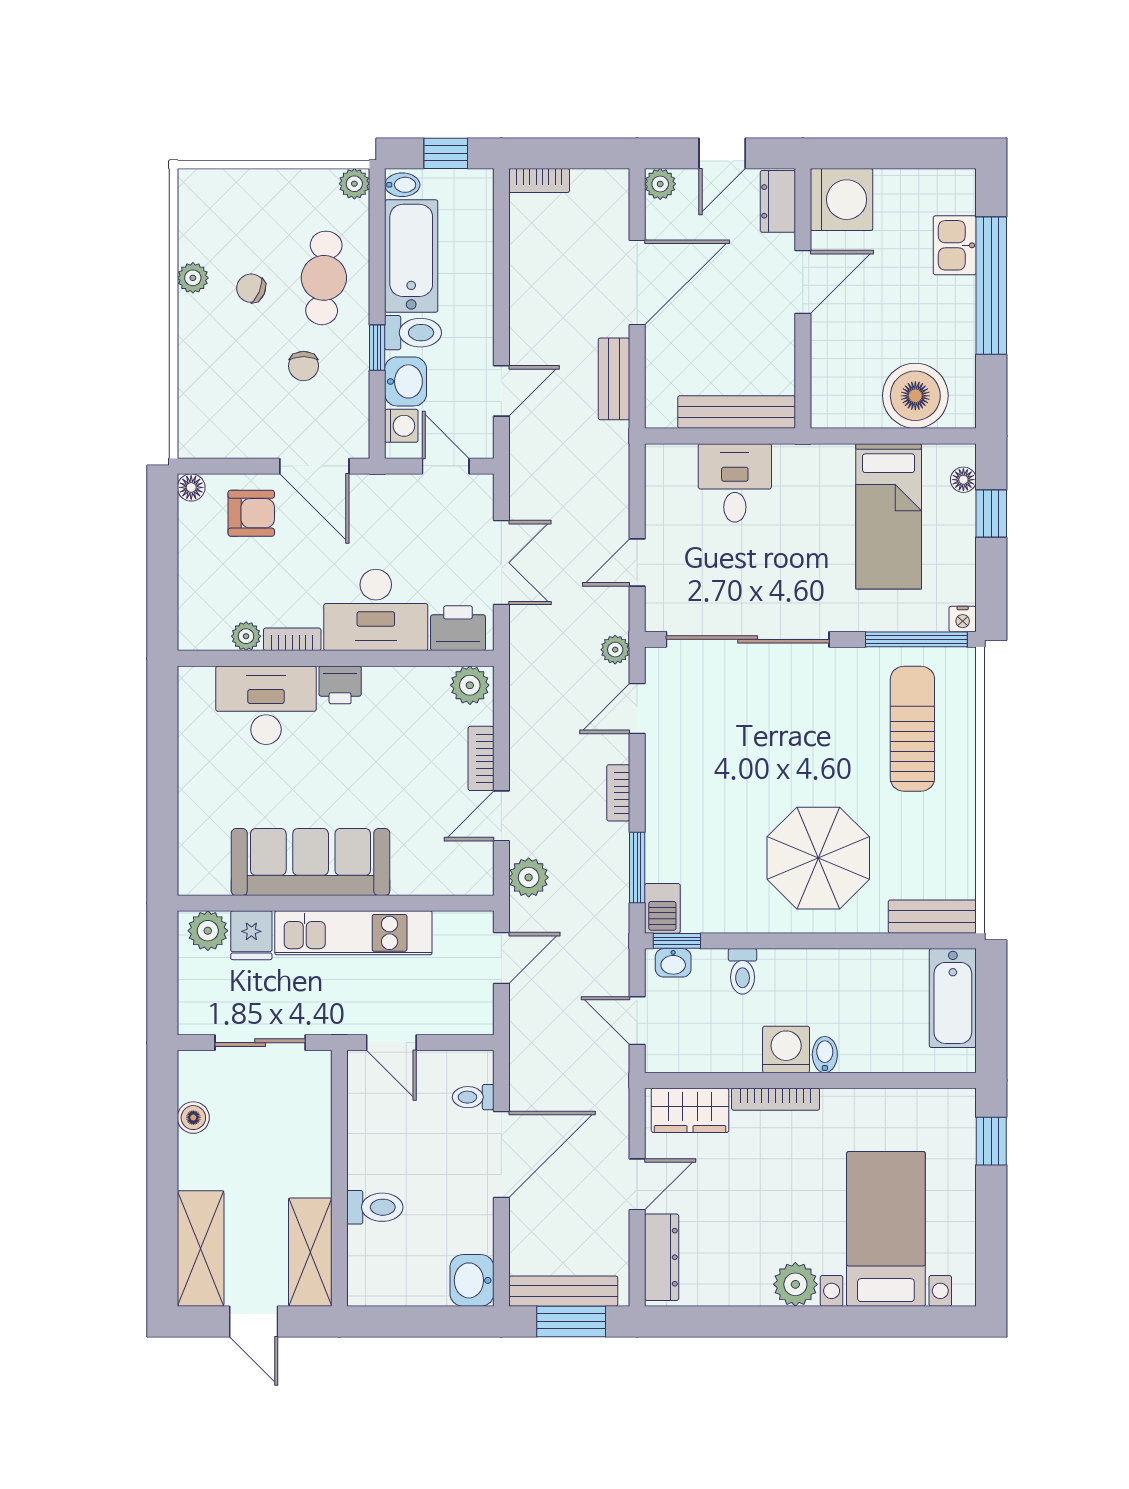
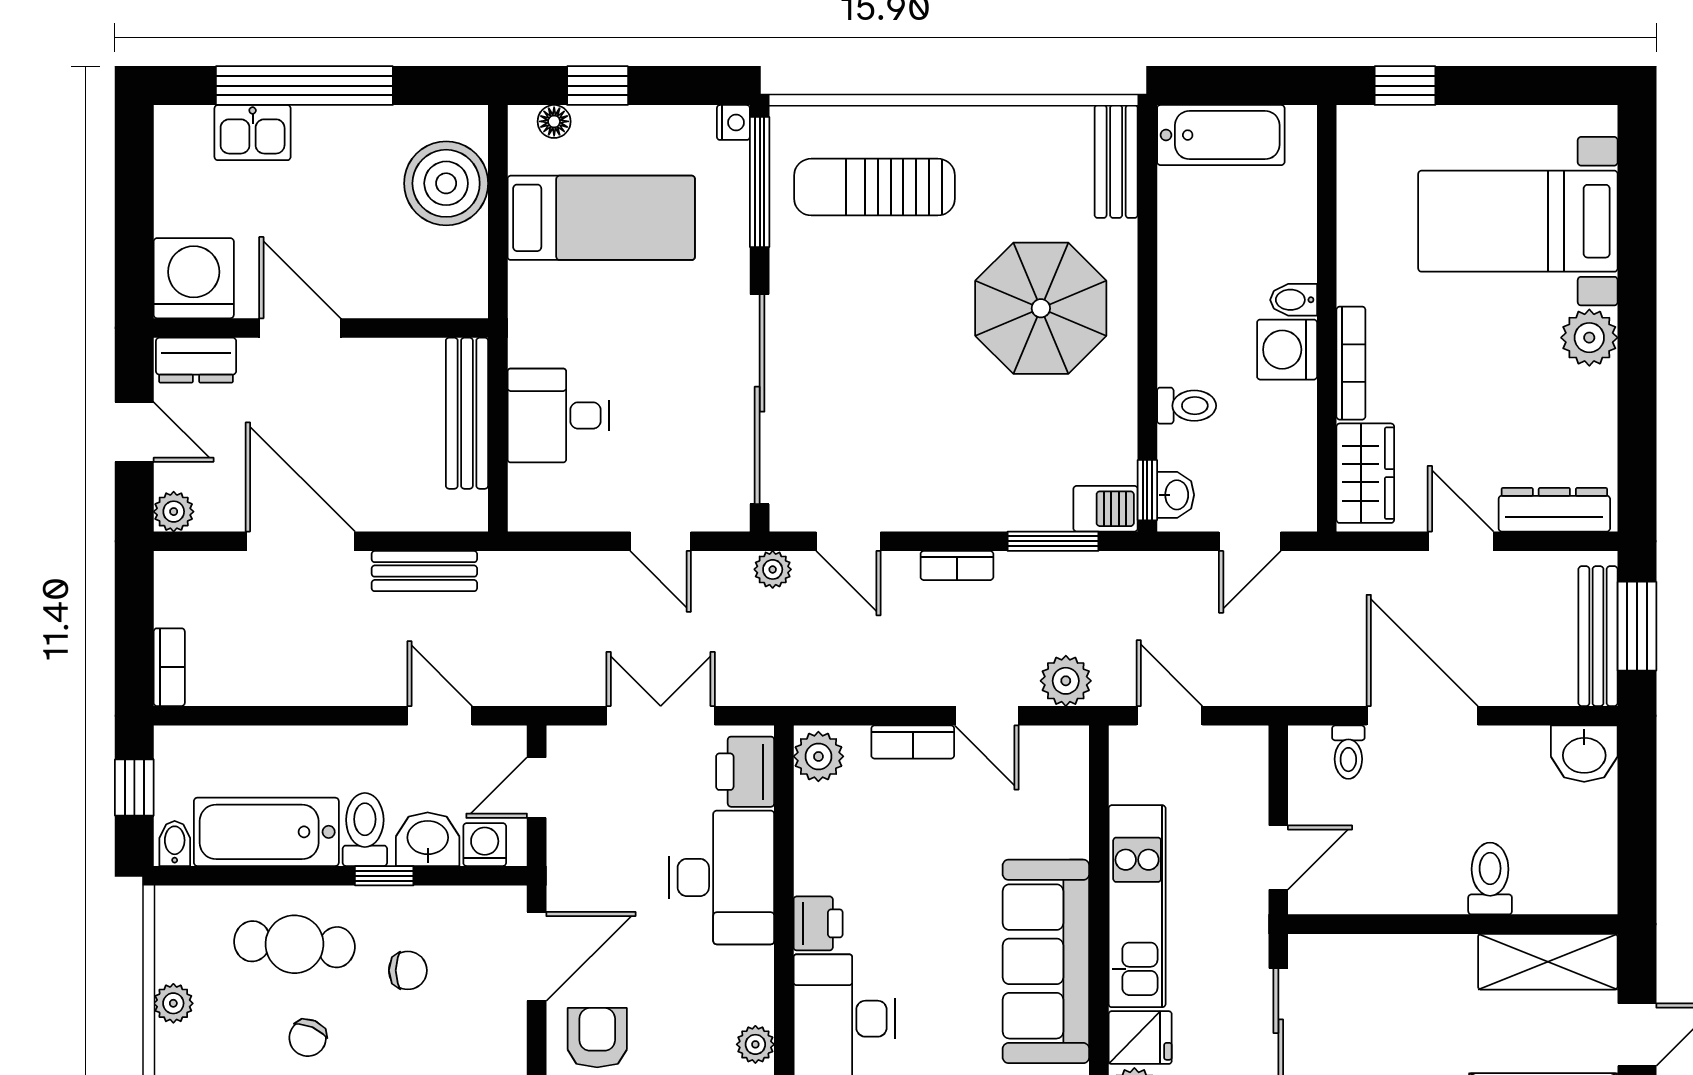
plant: (354, 184) -> (173, 1003), moved
bookcase: (292, 639) -> (759, 985), removed

